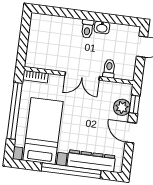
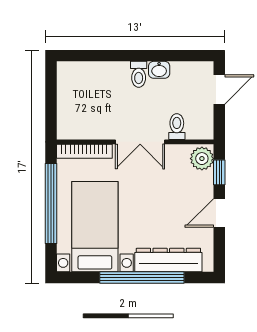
bookcase: (35, 77) -> (84, 151), width x1.56
plant: (122, 107) -> (202, 159), moved
door: (131, 133) -> (219, 213), hinge flipped

